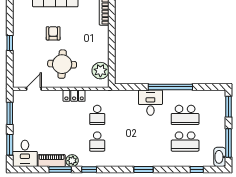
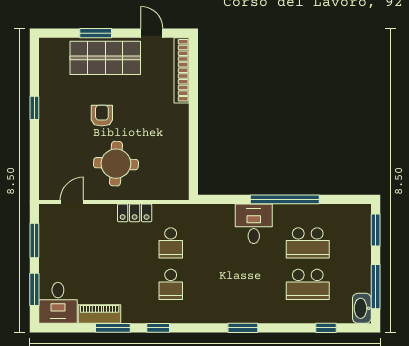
window: (10, 43) -> (34, 108), moved
plant: (100, 71) -> (176, 174), removed
plant: (72, 161) -> (132, 314), removed

